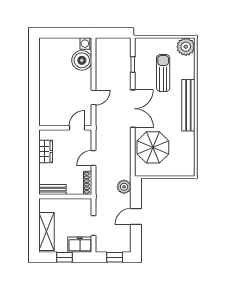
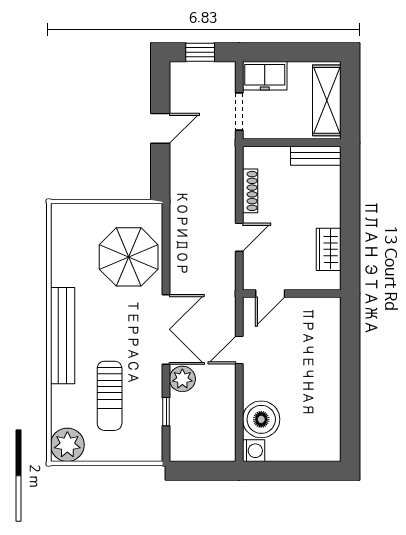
double door: (133, 109) -> (166, 329), swing flipped
plant: (124, 187) -> (182, 379), moved
bench: (53, 190) -> (316, 156), moved
wall: (65, 197) -> (292, 143), moved
window: (65, 257) -> (293, 52), removed

